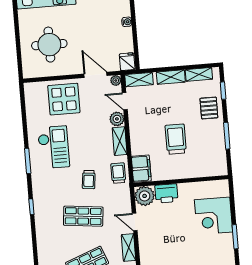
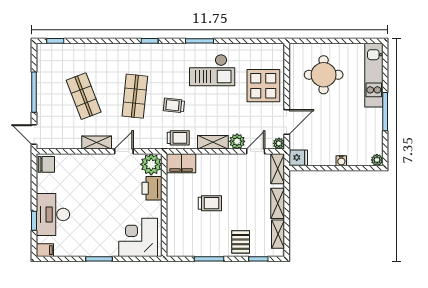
pallet: (209, 108) -> (241, 242), turned 90
trolley: (176, 139) -> (210, 203), width x0.73, depth x0.72
corner desk: (214, 216) -> (138, 237), moved

